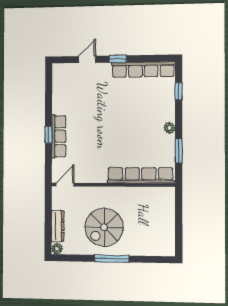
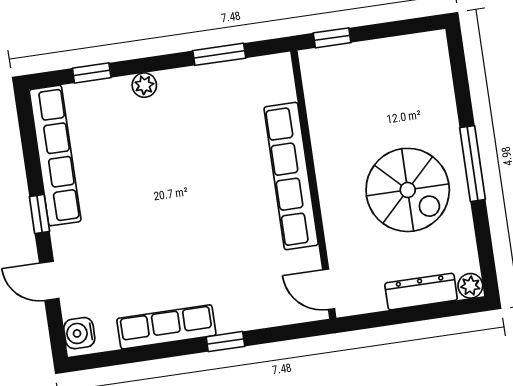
water cooler: (62, 70) -> (79, 333), added
plant: (169, 128) -> (144, 85), moved
row of seats: (59, 136) -> (166, 327), moved
row of seats: (140, 175) -> (291, 176), moved
window: (179, 204) -> (332, 38), added

